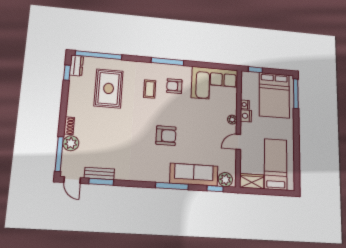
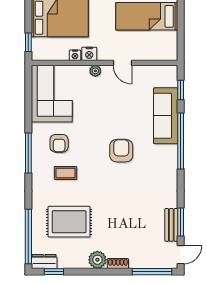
plant: (71, 143) -> (97, 260), moved
plant: (225, 180) -> (169, 78), removed
wardrobe: (252, 181) -> (169, 46), removed
window: (172, 186) -> (181, 141), width x1.46

